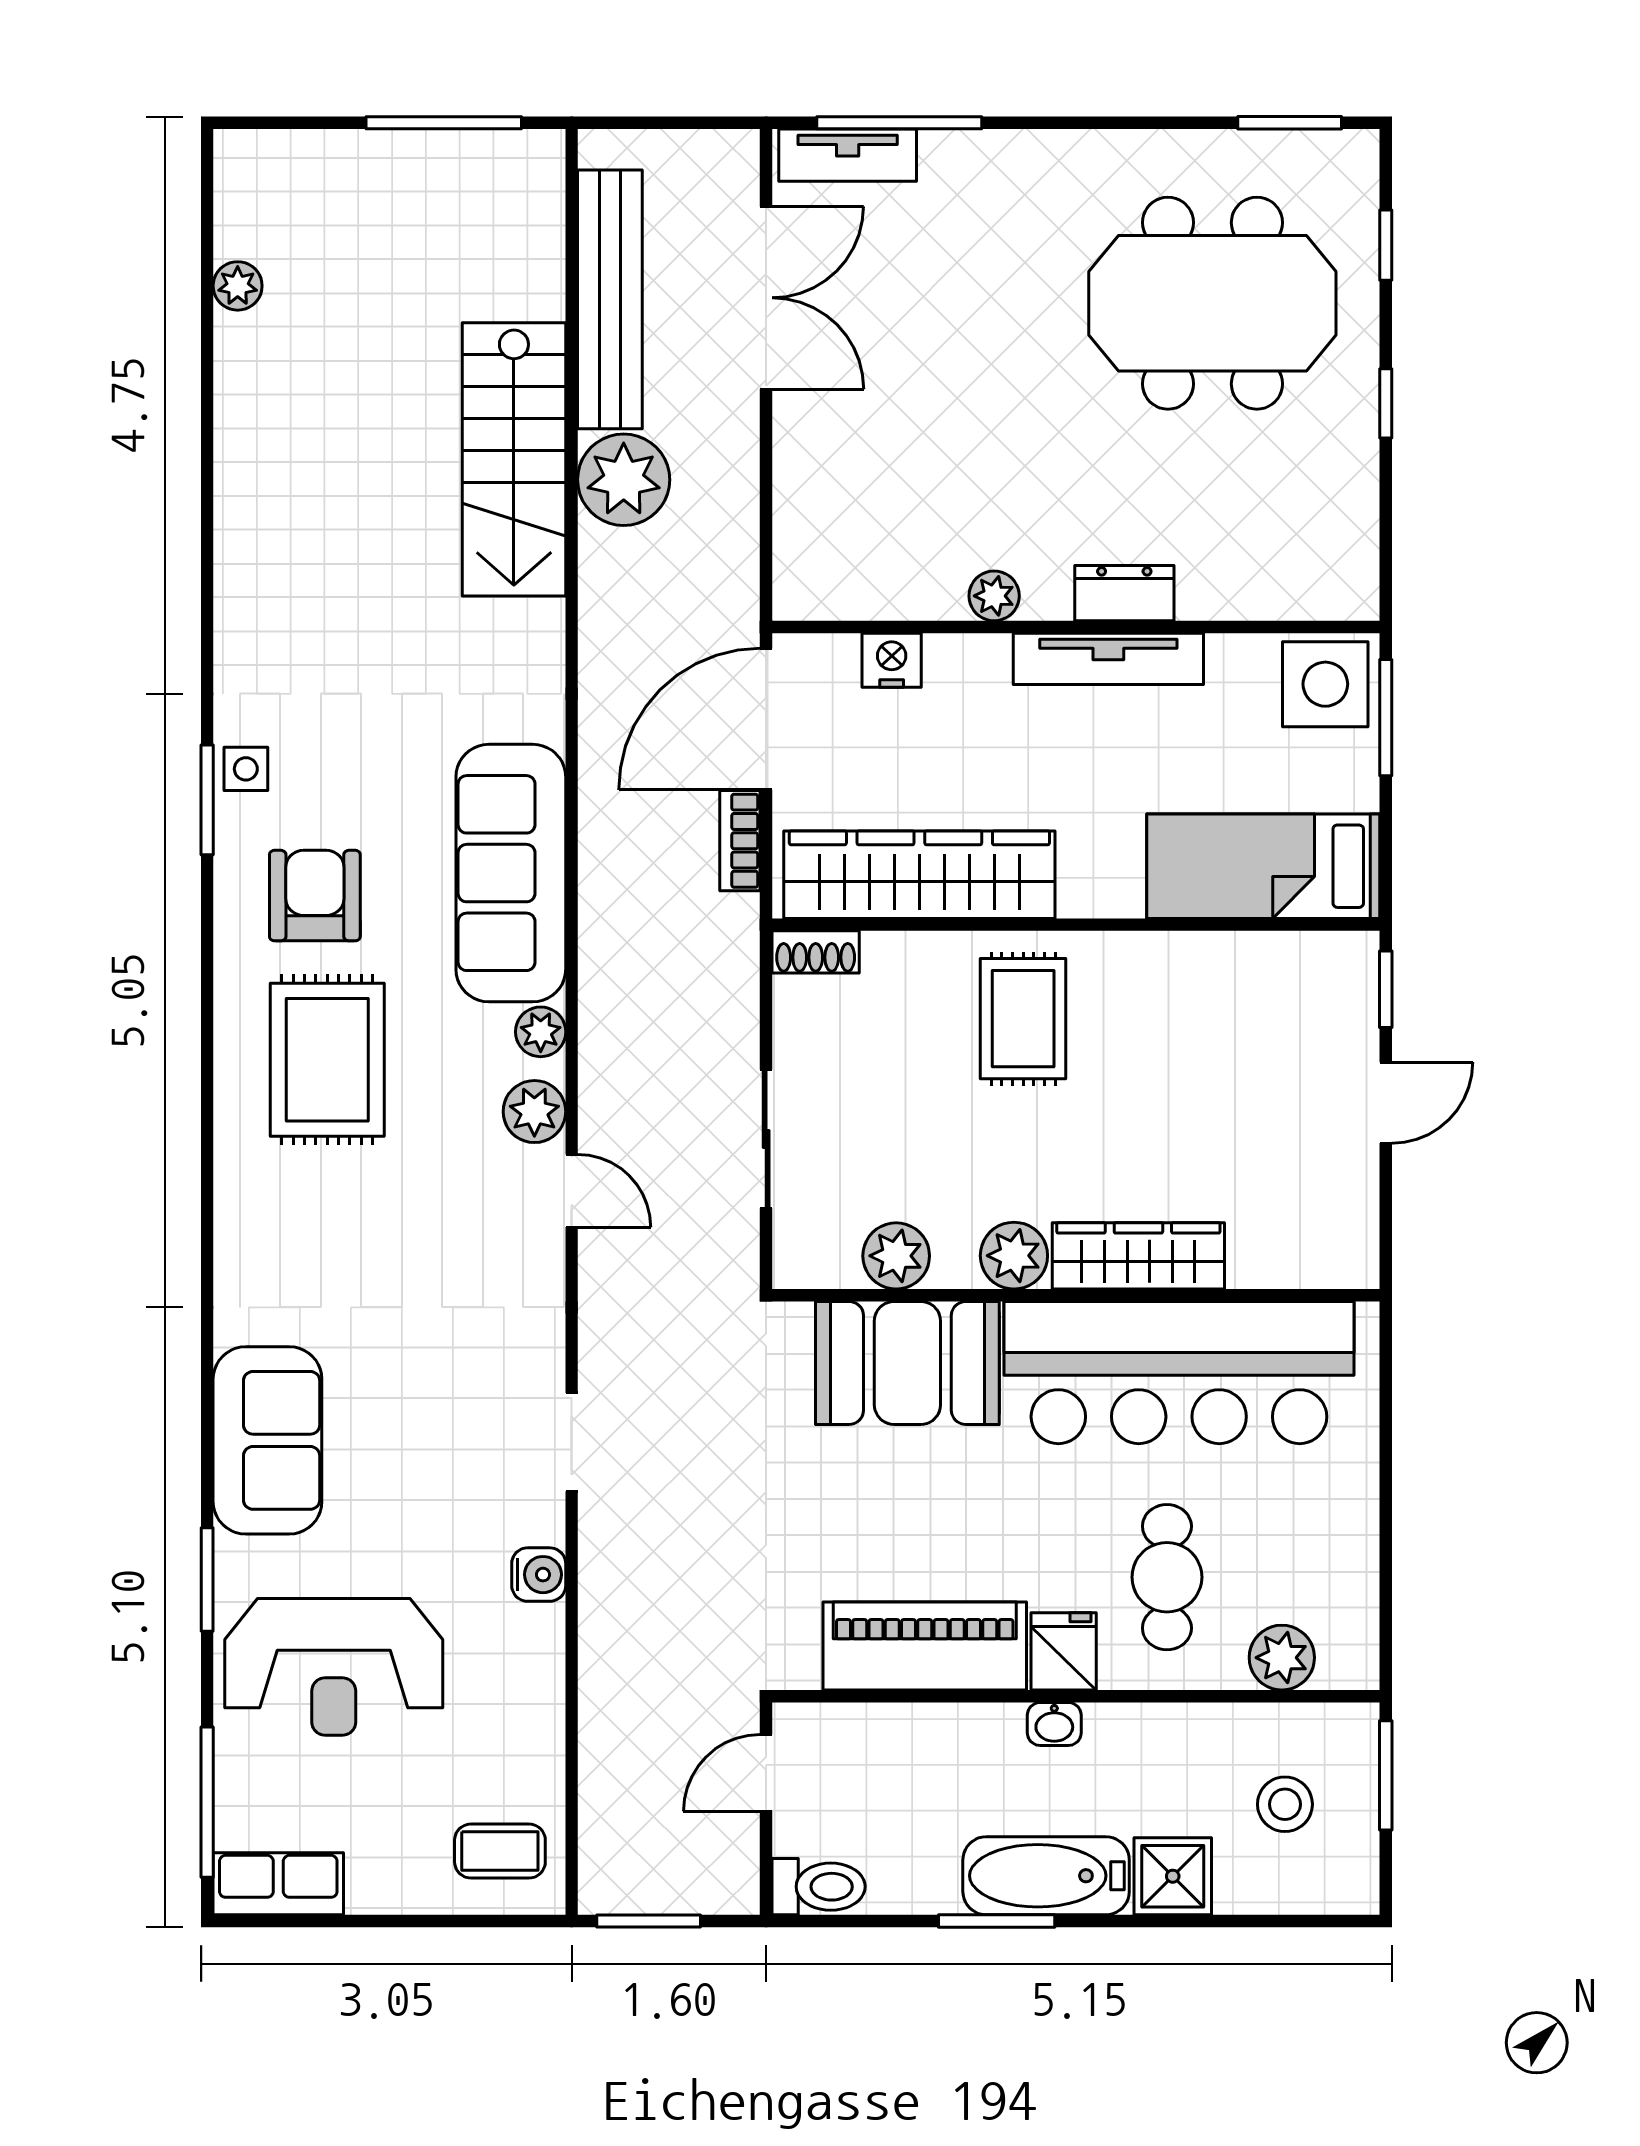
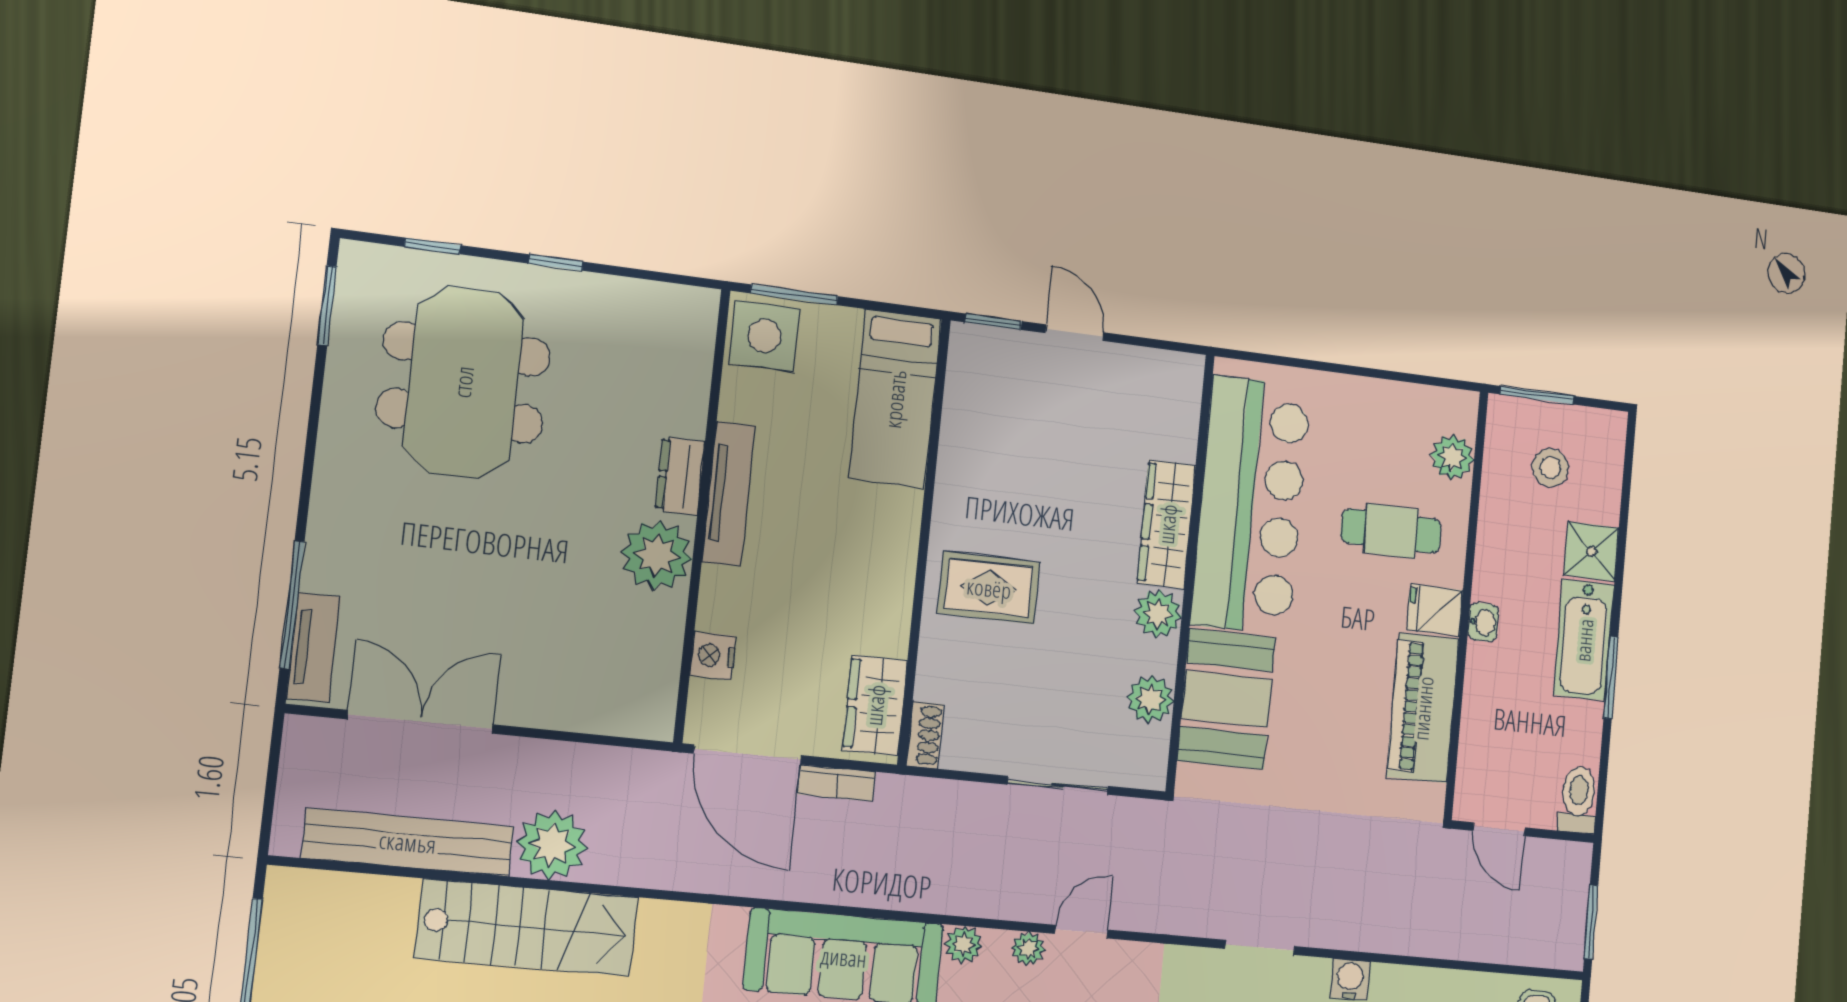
plant: (994, 596) -> (657, 555), width x1.87, depth x1.87
wardrobe: (919, 875) -> (875, 705), width x0.48, depth x0.85
plant: (534, 1112) -> (1028, 948), width x0.73, depth x0.73

